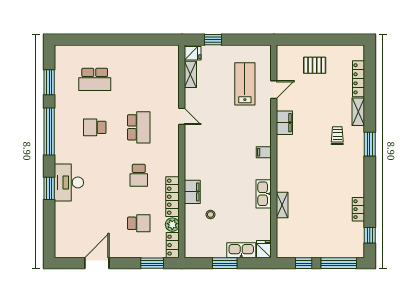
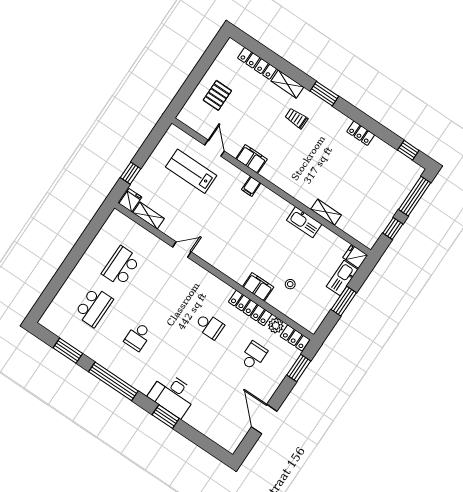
school desk: (139, 127) -> (121, 266), moved, turned -90
filing cabinet: (264, 152) -> (251, 186), moved
locker: (358, 209) -> (361, 133), moved

